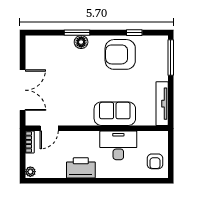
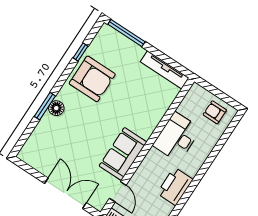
armchair: (120, 54) -> (92, 79), turned -90
sofa: (115, 114) -> (123, 154), moved
armchair: (155, 161) -> (215, 112), turned 180

